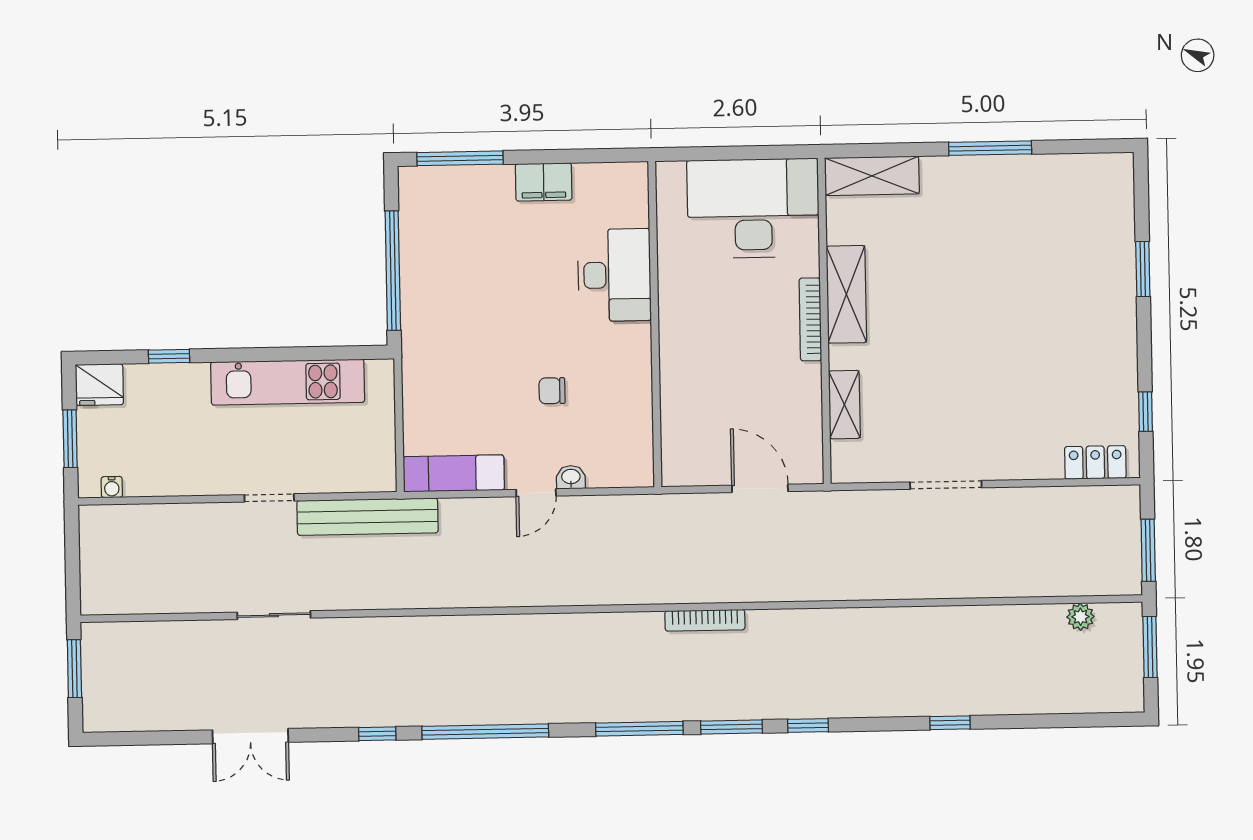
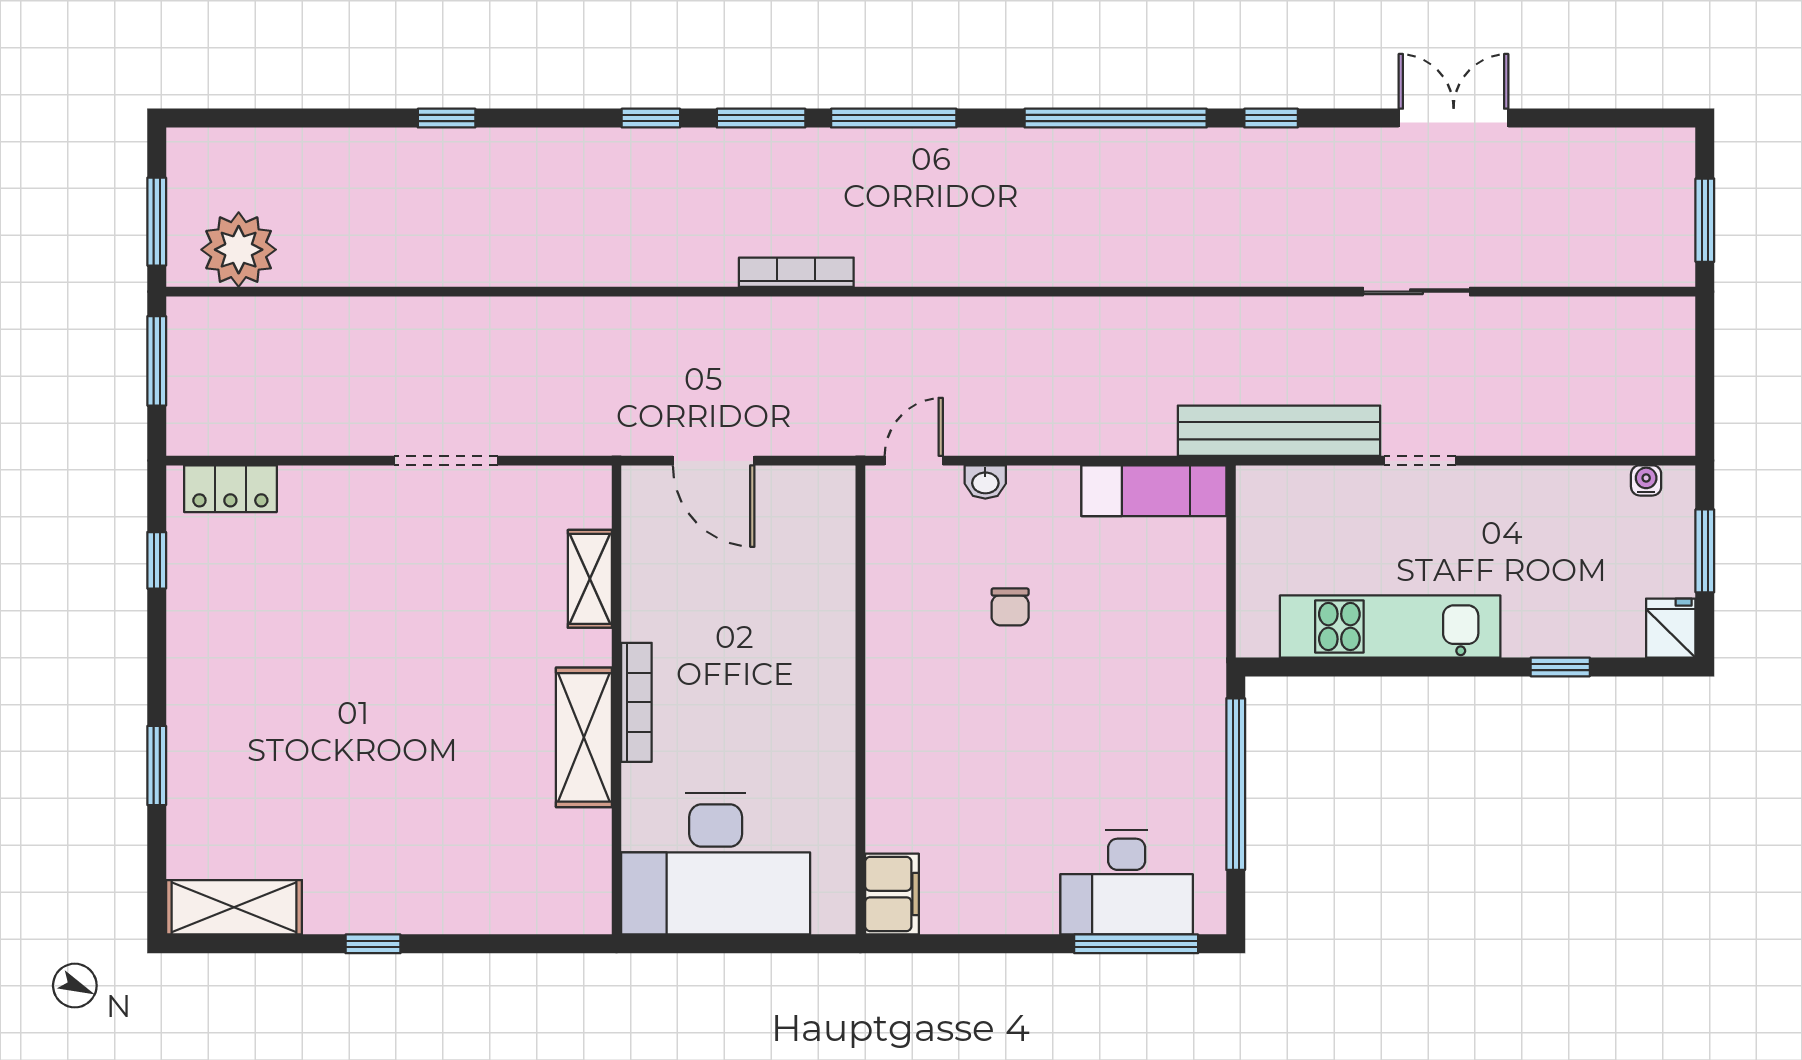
window: (990, 148) -> (373, 944), width x0.46
shelving: (872, 176) -> (234, 907), moved
filing cabinet: (544, 182) -> (892, 894), moved, turned 90
desk: (614, 275) -> (1127, 882), moved, turned -90
fridge: (99, 385) -> (1671, 628), width x0.72
chair: (552, 391) -> (1010, 607), turned 90
door: (536, 493) -> (914, 461), moved
plant: (1080, 617) -> (239, 250), width x1.88, depth x1.88

